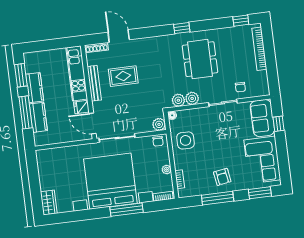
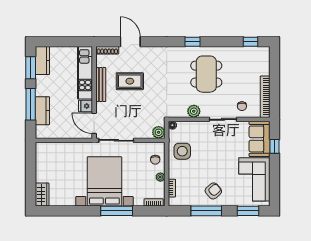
bookcase: (259, 49) -> (265, 97), moved
kitchen counter: (35, 88) -> (42, 61), moved
plant: (178, 100) -> (180, 111), removed
chair: (158, 141) -> (155, 160), moved
armchair: (222, 177) -> (213, 191), turned -122
bed with nightstands: (110, 181) -> (104, 181), width x0.73

